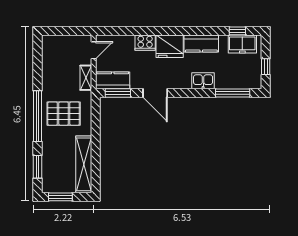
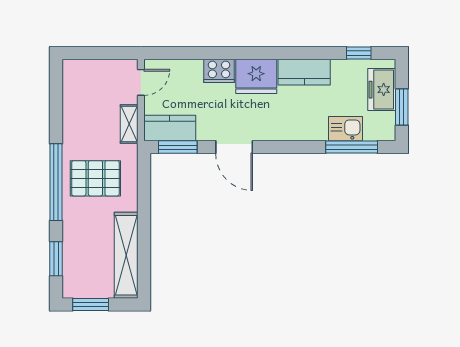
freezer: (242, 44) -> (382, 90), moved, turned 90
window: (266, 67) -> (402, 107), width x1.50
kitchen sink: (203, 81) -> (346, 129), moved

